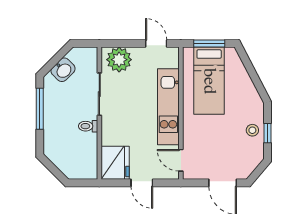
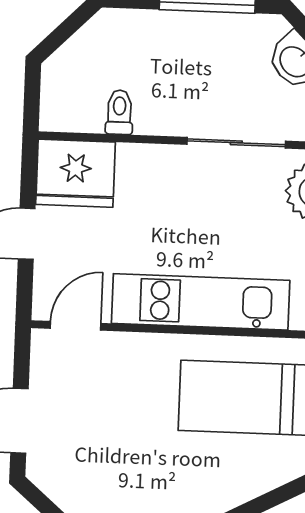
toilet: (88, 126) -> (119, 112), moved
stool: (252, 130) -> (139, 494), removed

